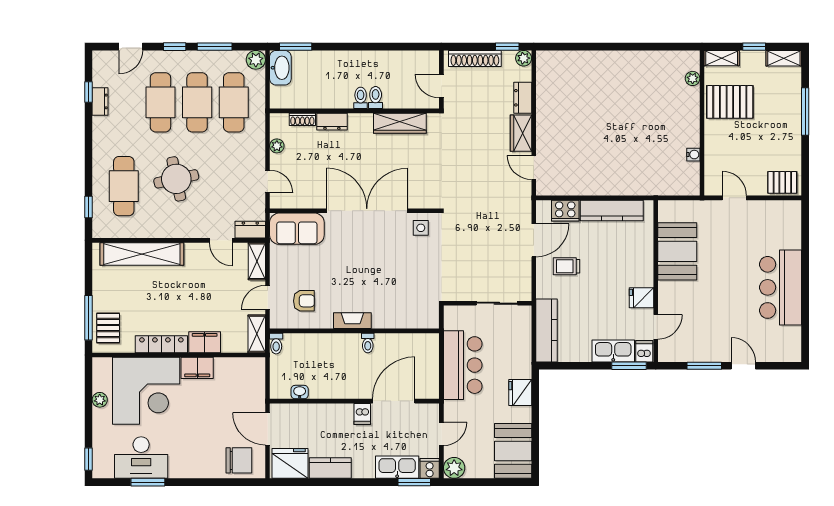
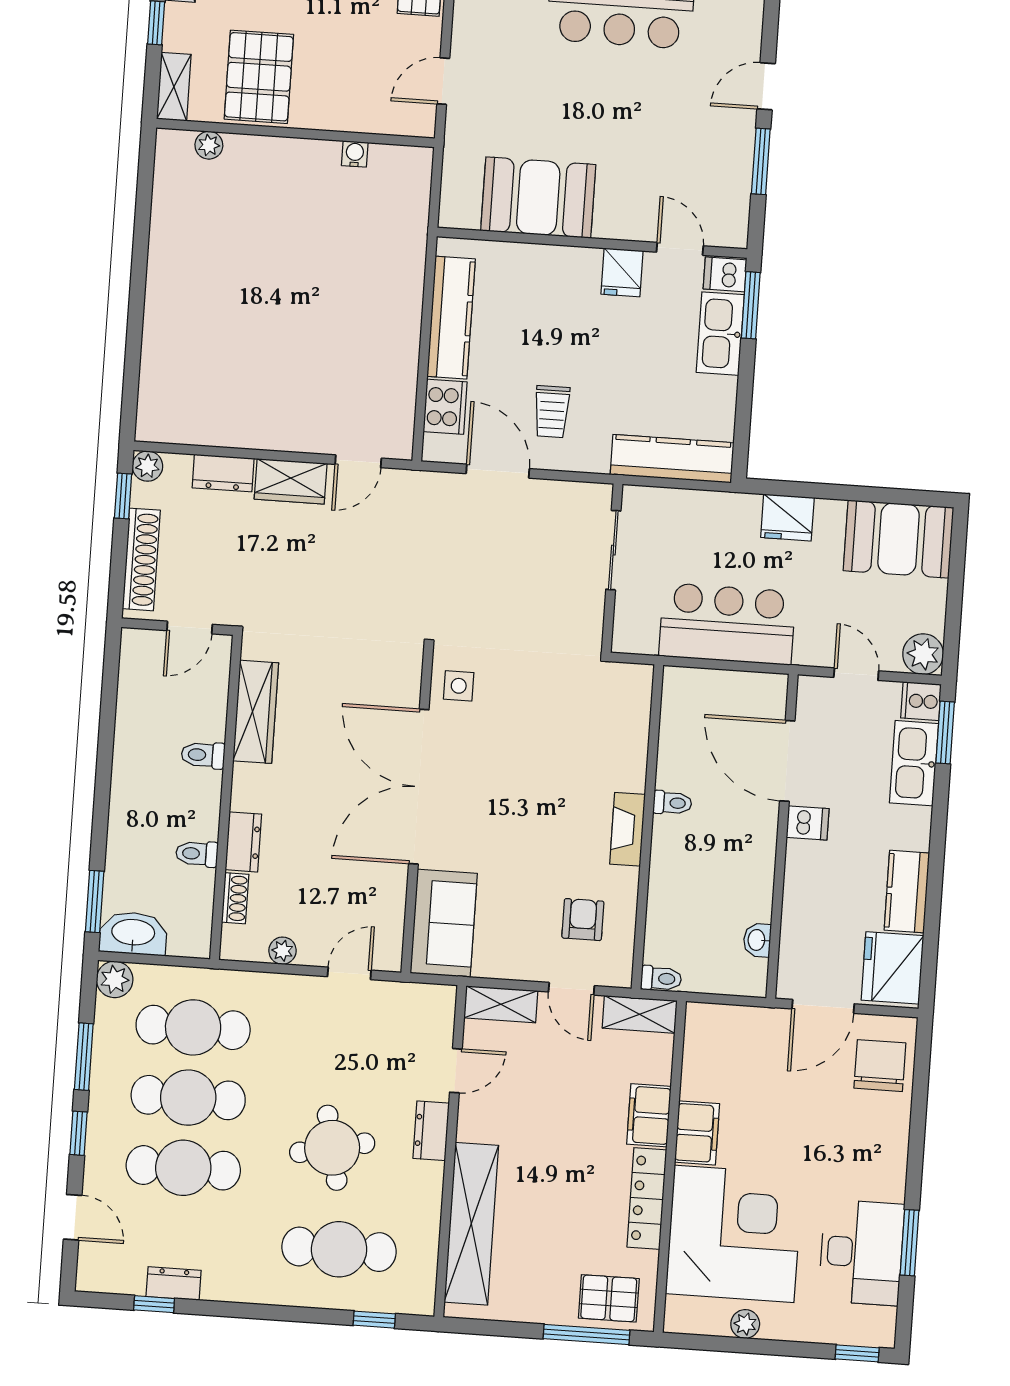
toilet: (361, 98) -> (197, 854), moved
dresser: (250, 230) -> (431, 1131), moved

